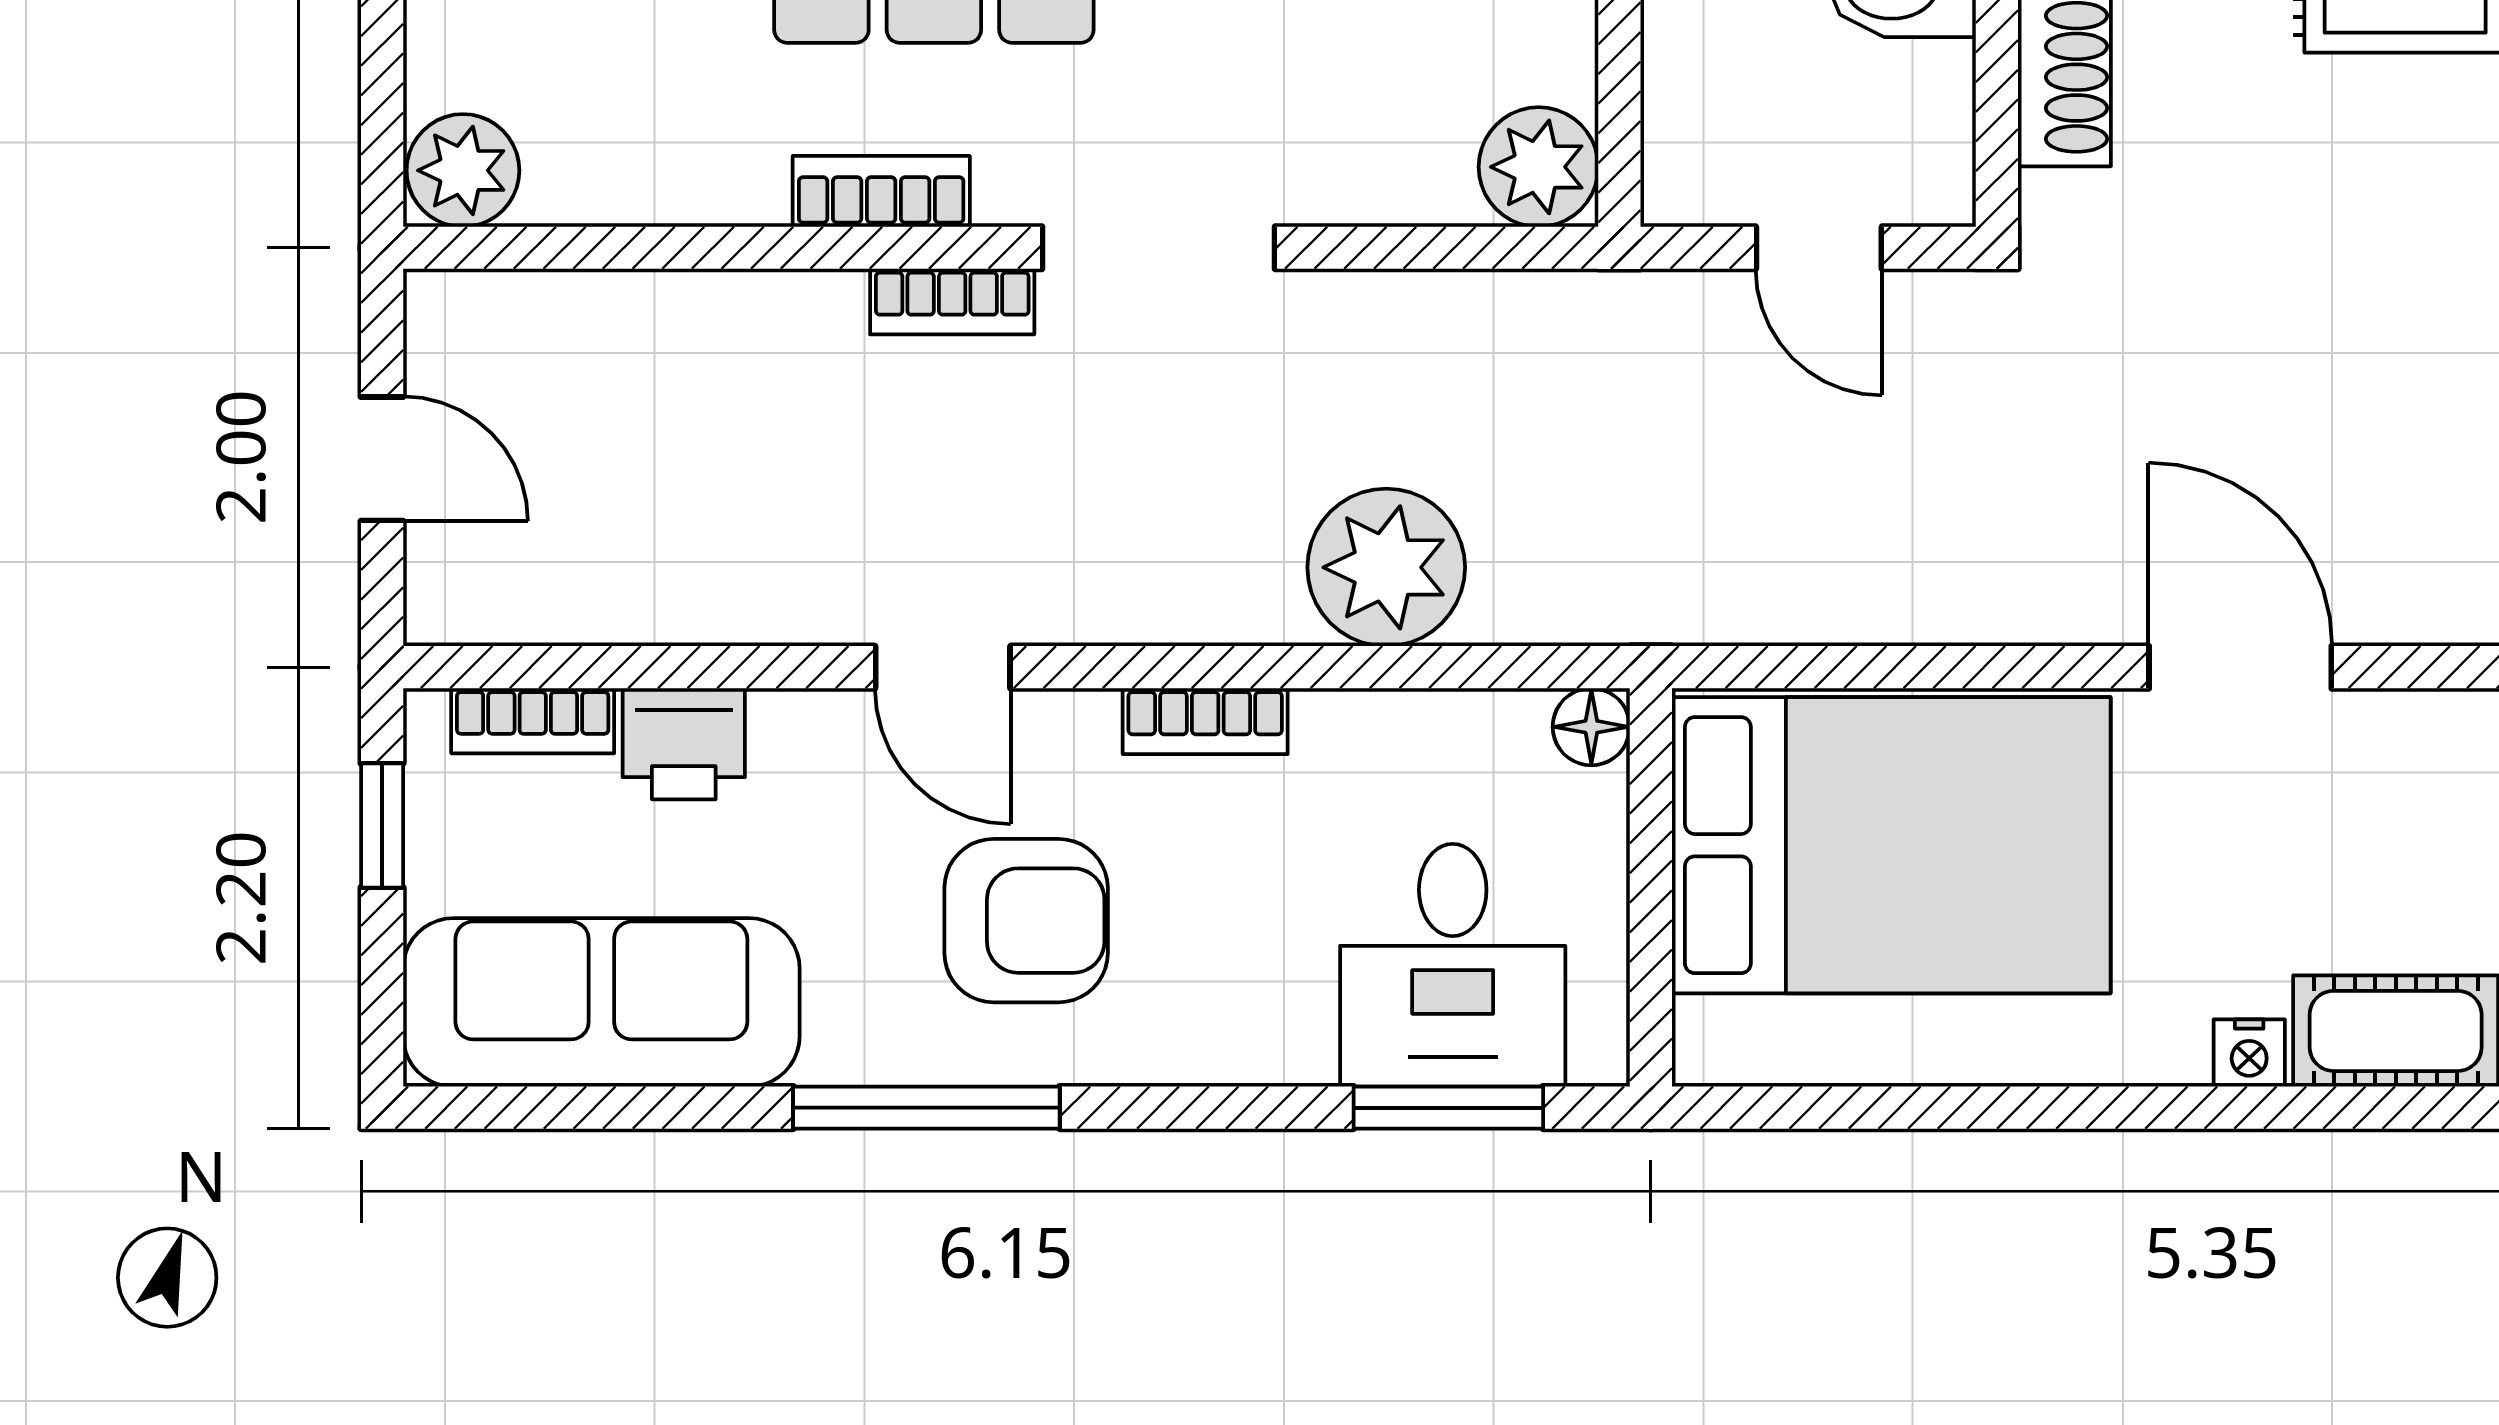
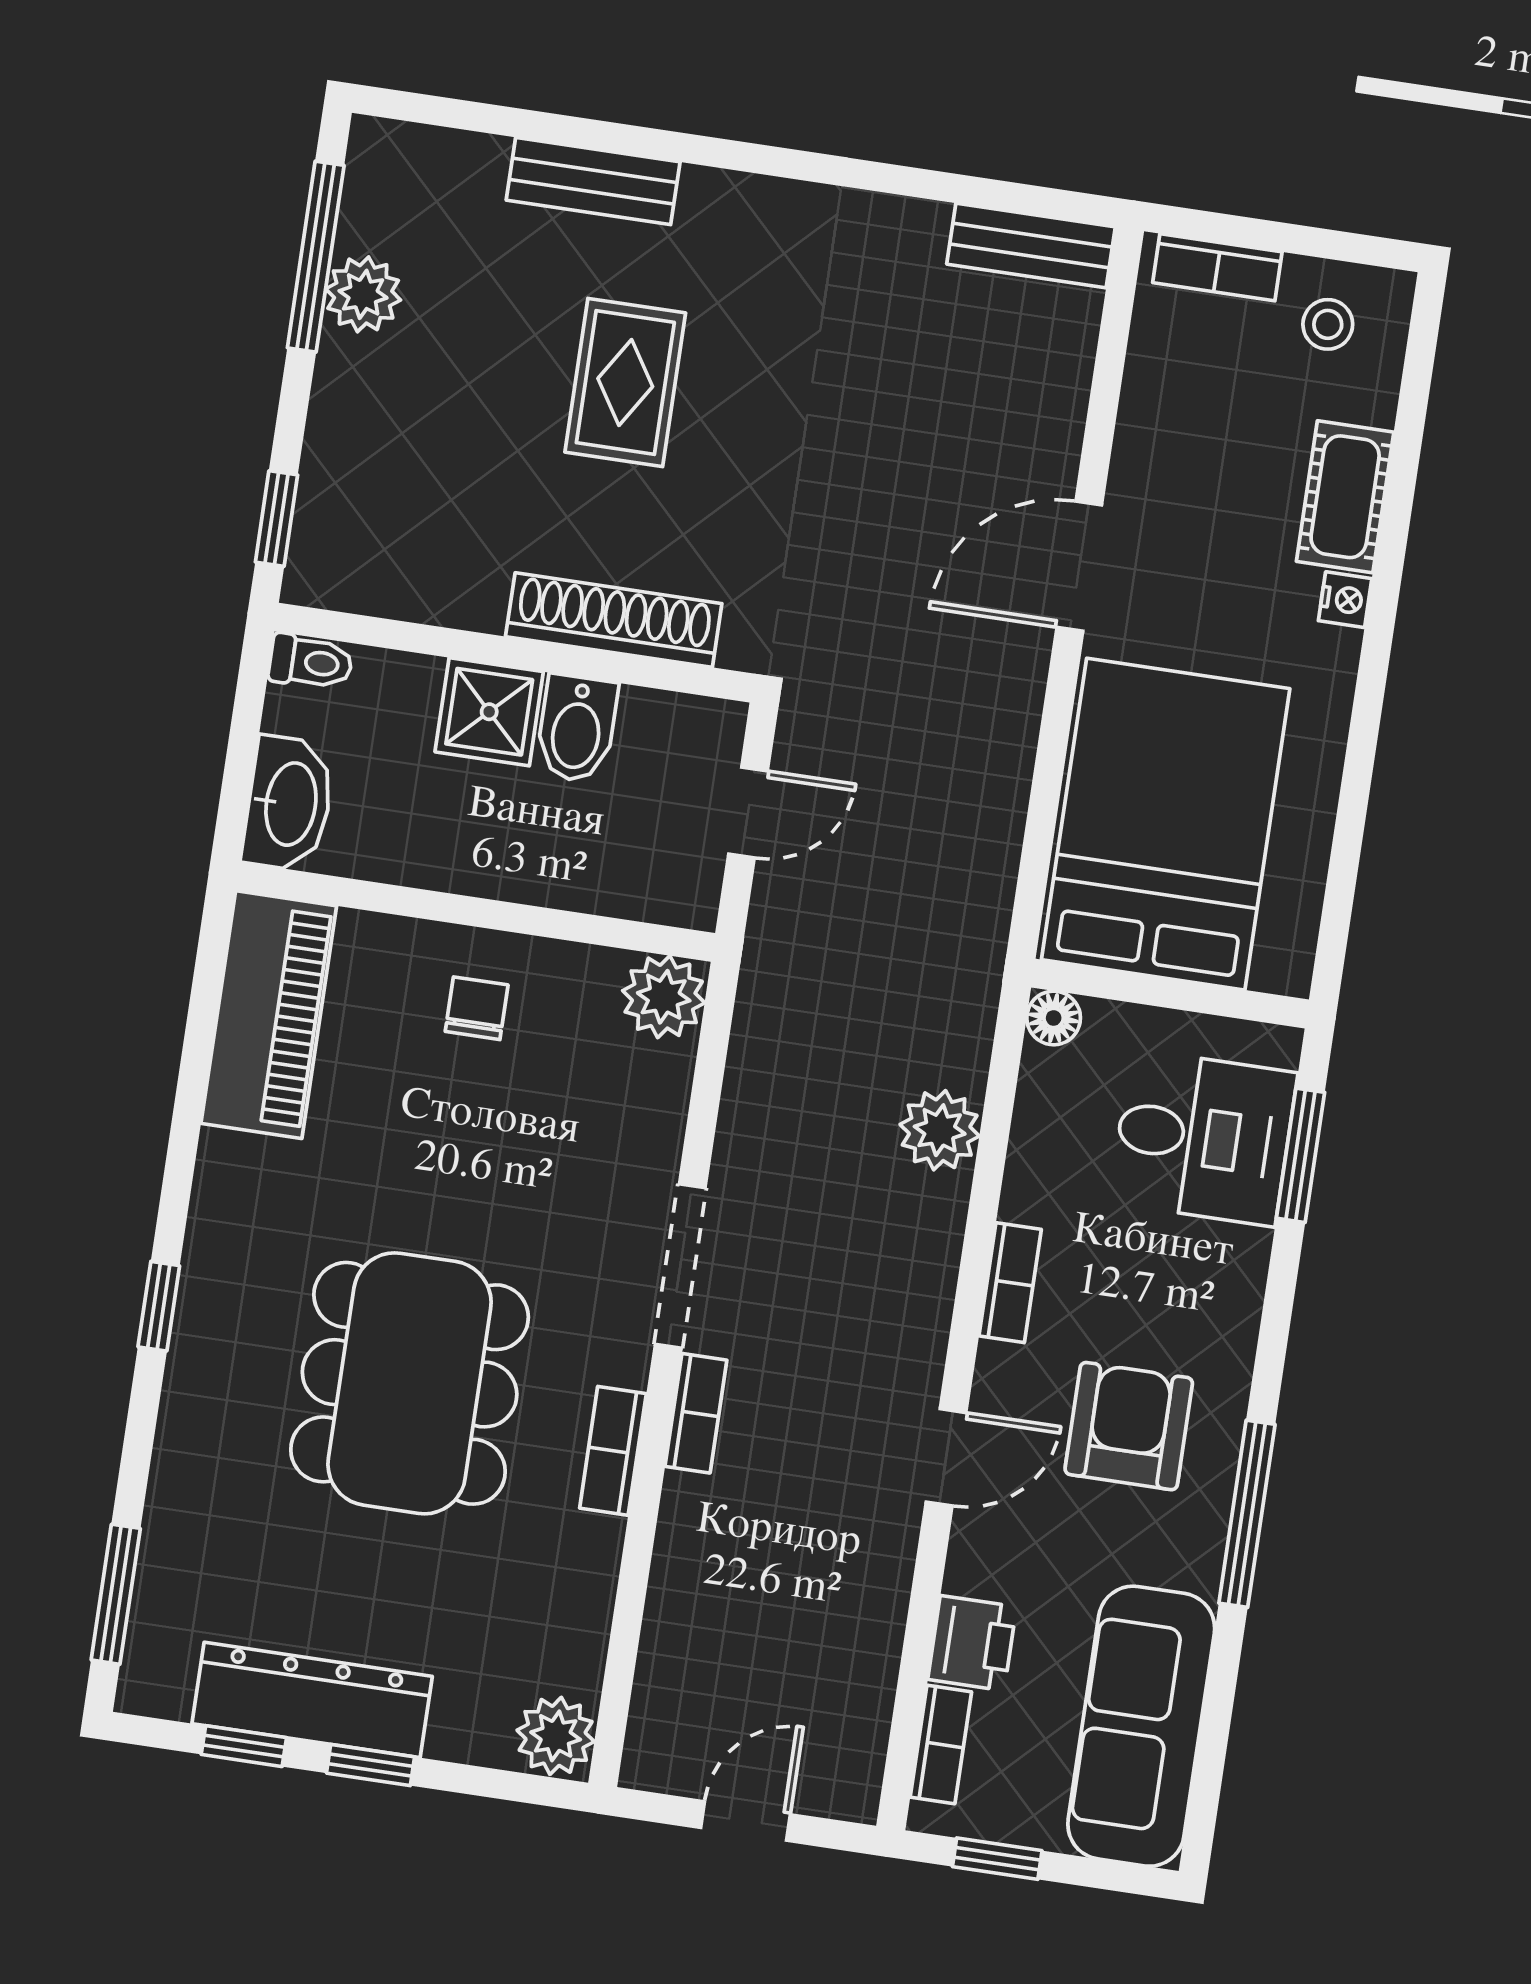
plant: (1386, 567) -> (940, 1130), width x0.73, depth x0.73

